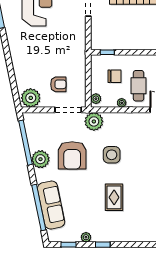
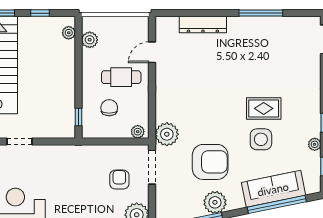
plant: (122, 103) -> (143, 99), removed
side table: (112, 155) -> (261, 139), moved

